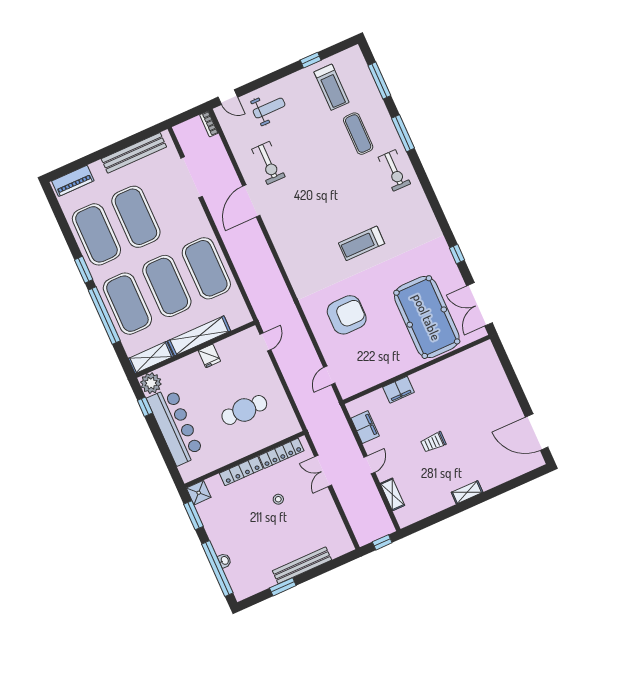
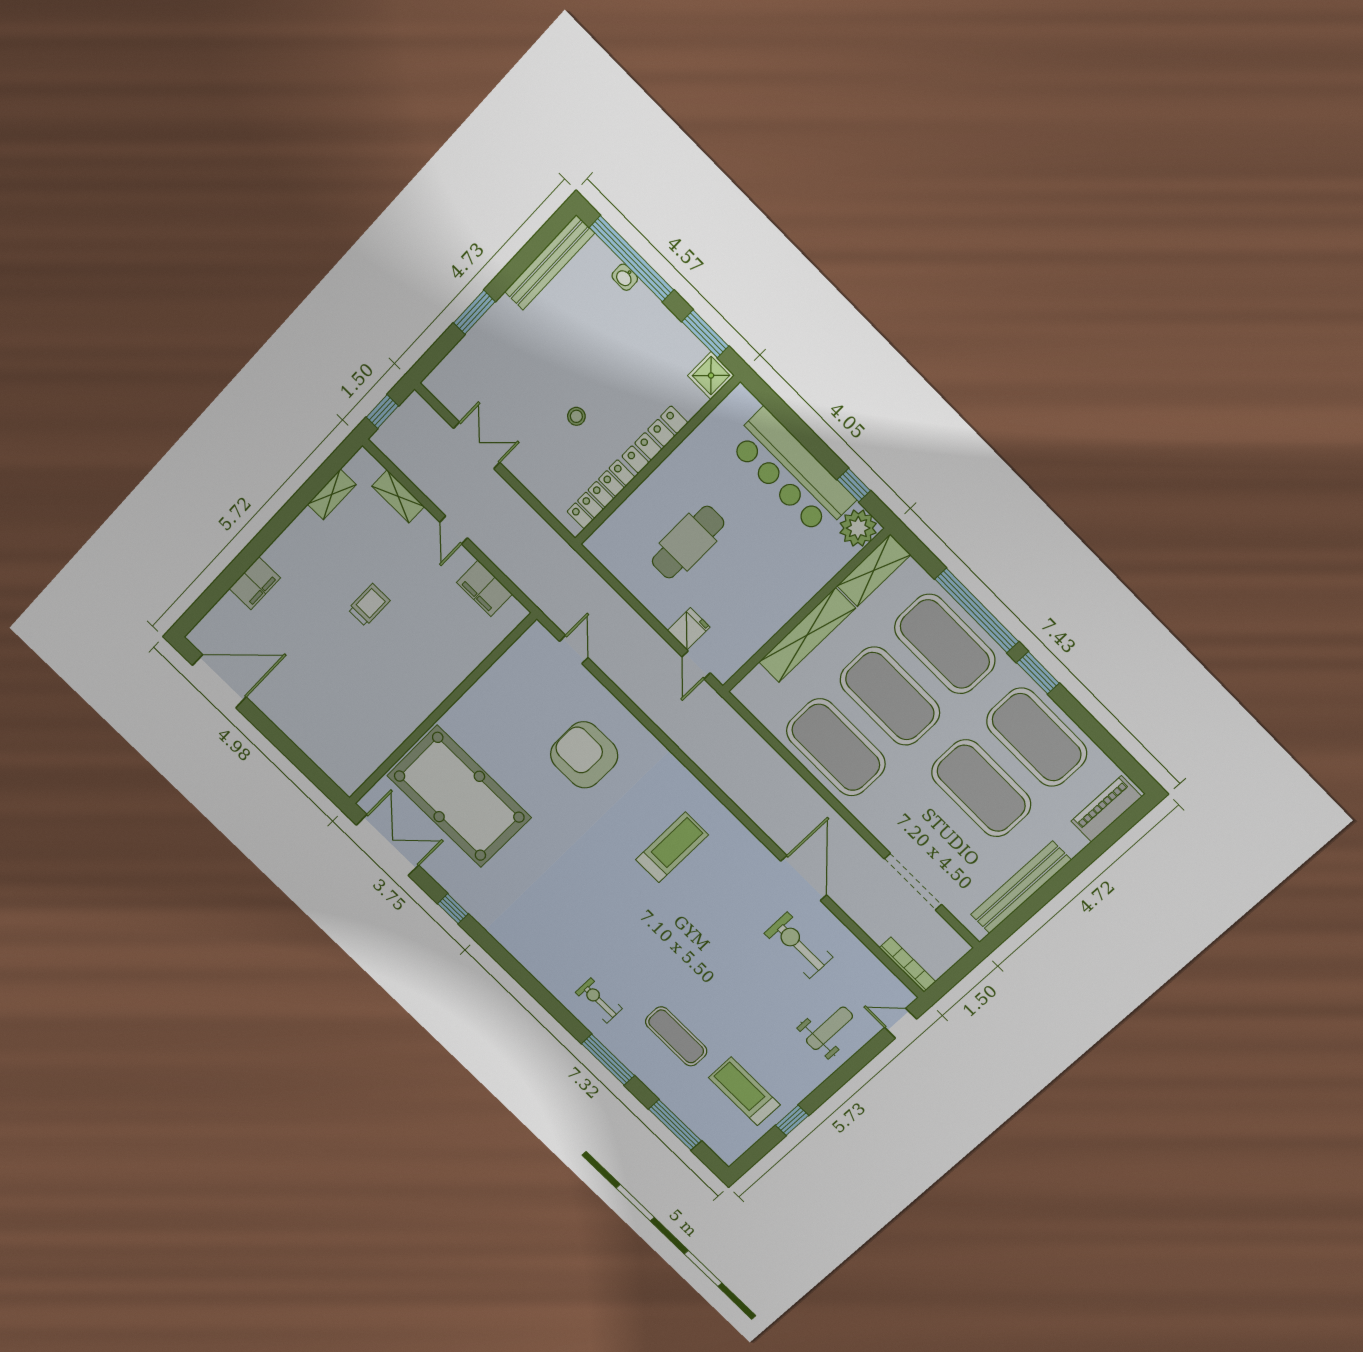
weight bench: (269, 108) -> (829, 1028), turned 180
bookcase: (209, 124) -> (907, 965), width x1.56
exercise bike: (394, 170) -> (599, 1000), width x0.73, depth x0.72
treadmill: (362, 243) -> (672, 847), moved
armchair: (347, 315) -> (584, 755), turned 90
fridge: (209, 356) -> (689, 629), moved, turned 90
filing cabinet: (399, 390) -> (255, 583), moved, turned 180
double door: (323, 471) -> (477, 445), moved
shelving: (467, 492) -> (332, 494), moved
bench: (302, 565) -> (549, 262), moved
window: (283, 587) -> (474, 312), moved

